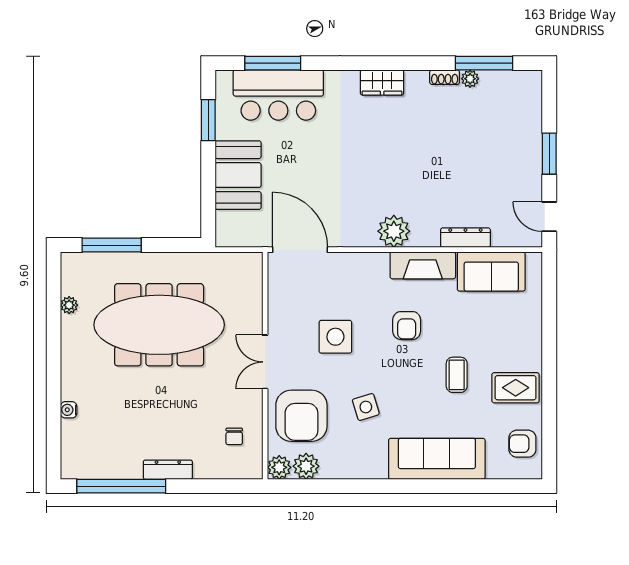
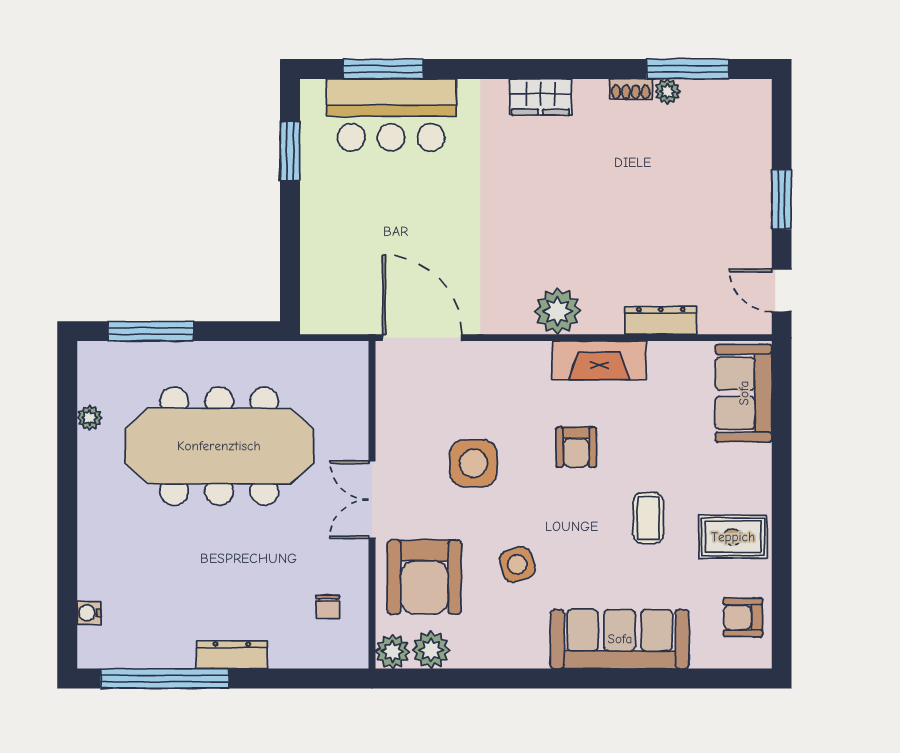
booth: (238, 175) -> (333, 230), removed
sofa: (491, 271) -> (744, 393), moved, turned 90
water cooler: (69, 410) -> (89, 613), moved

